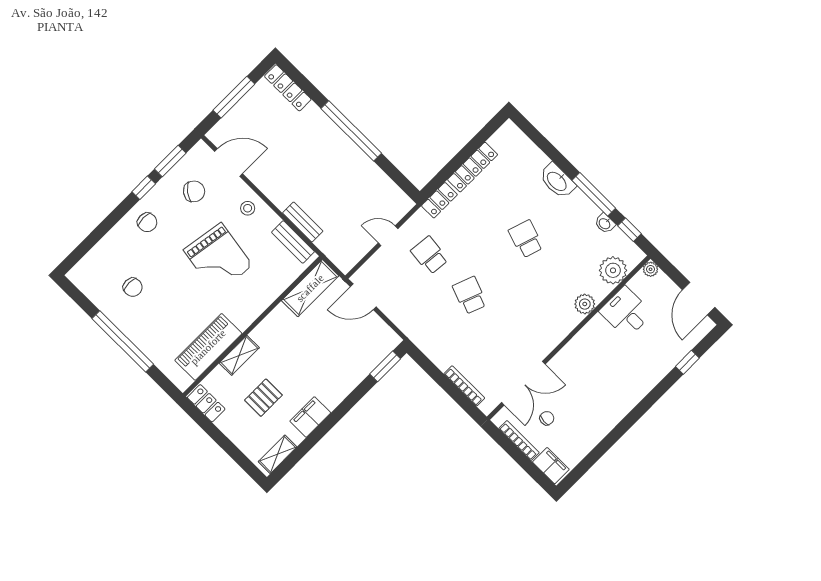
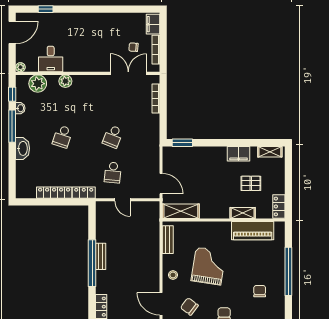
bench: (303, 222) -> (101, 256), moved

